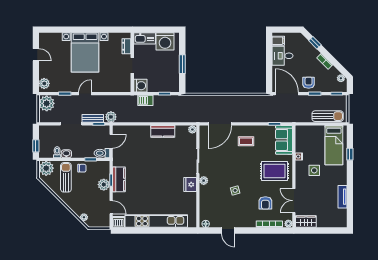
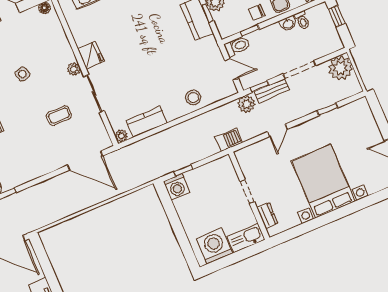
window: (182, 64) -> (176, 224), removed
plant: (44, 83) -> (363, 111), removed
washing machine: (140, 86) -> (176, 187), moved, turned -90
door: (85, 94) -> (277, 130), moved
barbecue: (145, 100) -> (229, 140), moved
plant: (47, 103) -> (340, 68), moved
door: (220, 124) -> (85, 161), swing flipped
kitchen counter: (163, 131) -> (147, 122), moved
stool: (141, 134) -> (193, 98), added
door: (111, 141) -> (231, 69), swing flipped
coffee table: (246, 141) -> (59, 116), moved

